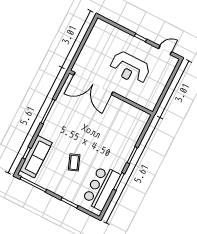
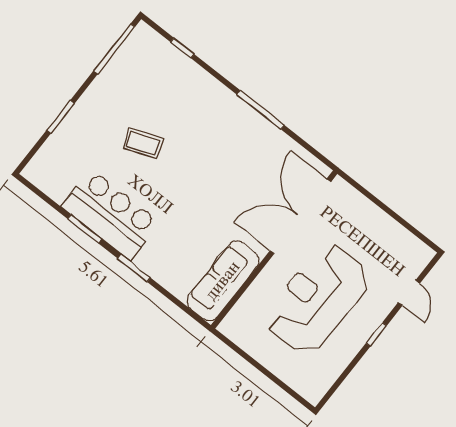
door: (165, 50) -> (409, 293), moved
reception desk: (130, 68) -> (317, 299), width x1.36, depth x1.30
sofa: (36, 157) -> (223, 281), moved, turned 90
bar counter: (101, 188) -> (111, 215), moved

